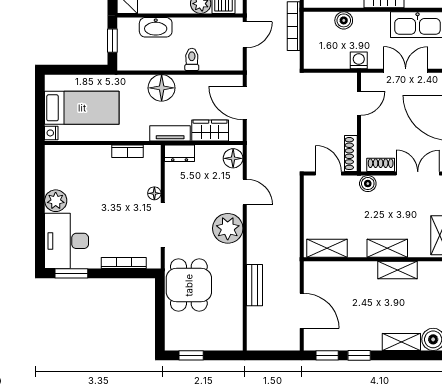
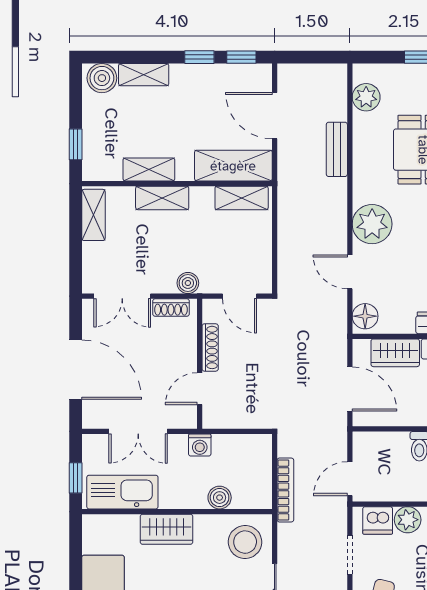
shoe rack: (351, 154) -> (210, 347), moved
shelving: (333, 273) -> (233, 166), added
plant: (232, 325) -> (366, 97), added

